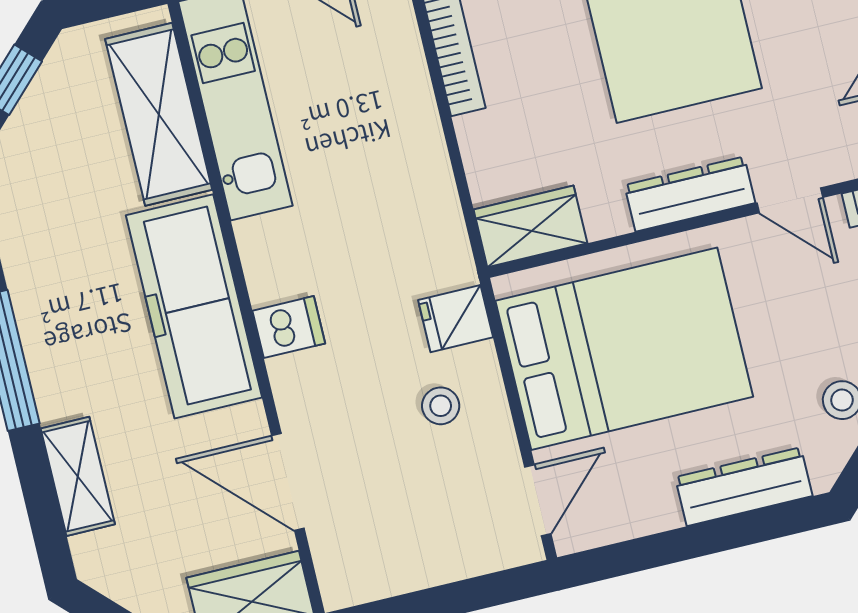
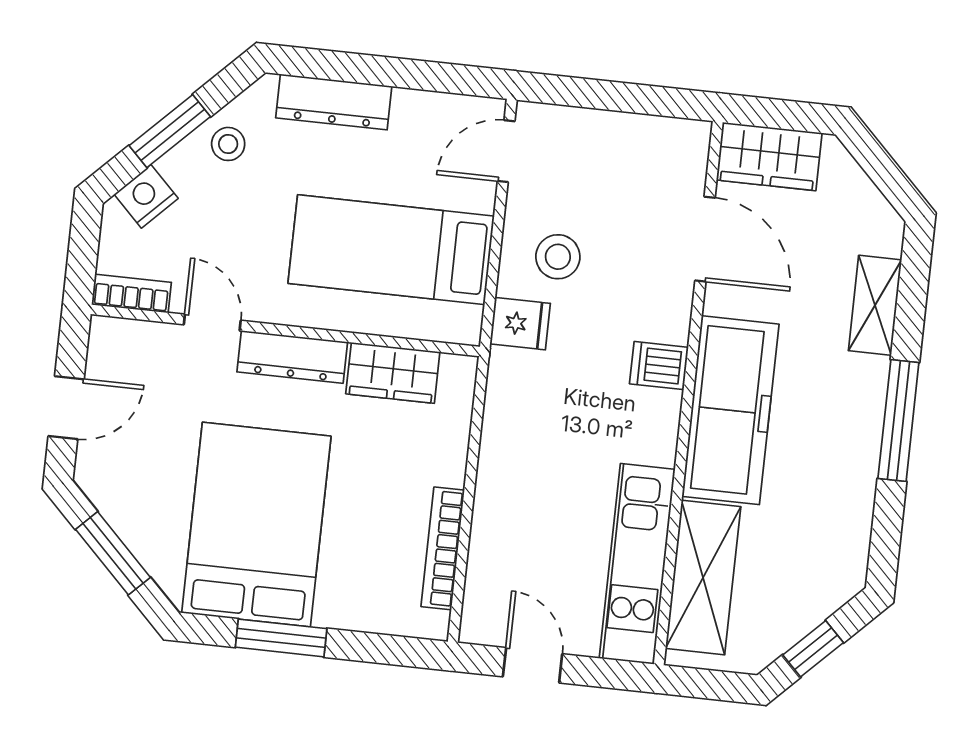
wardrobe: (530, 226) -> (393, 373), moved
bed: (624, 349) -> (391, 250), width x0.67
stool: (441, 406) -> (558, 257), width x1.37, depth x1.37

